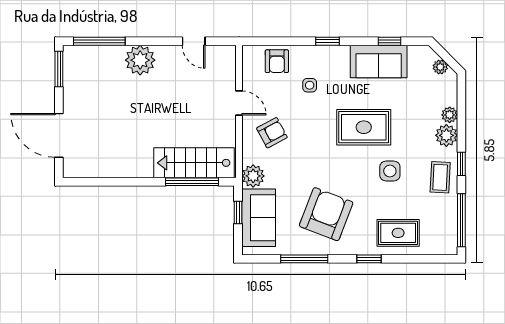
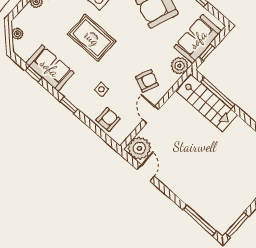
plant: (140, 60) -> (139, 148), moved
armchair: (272, 133) -> (147, 81), turned 142

